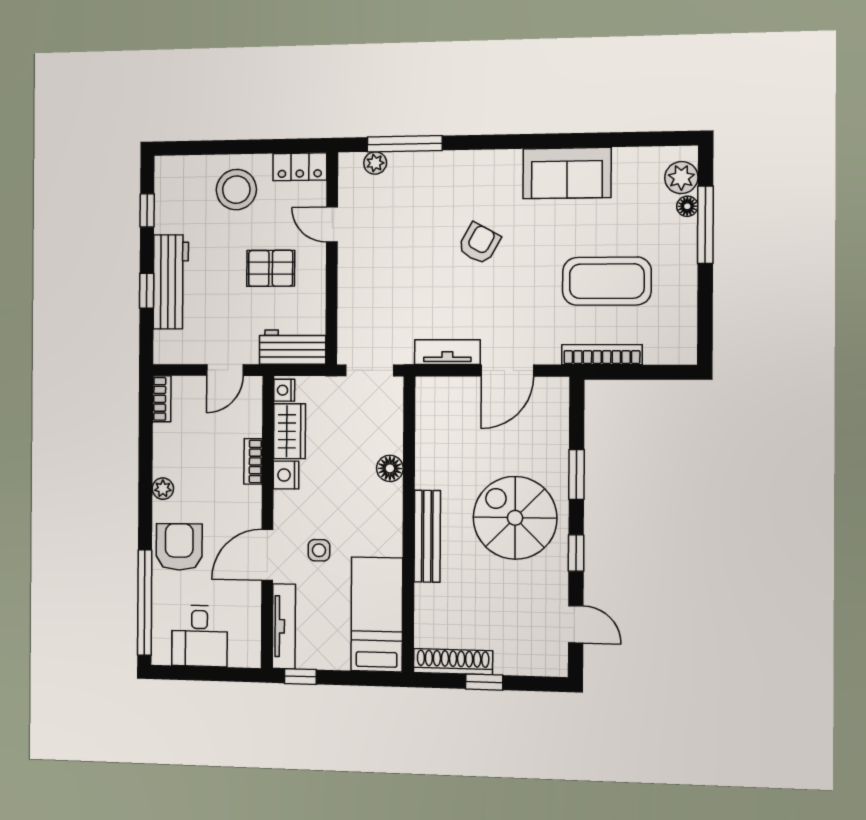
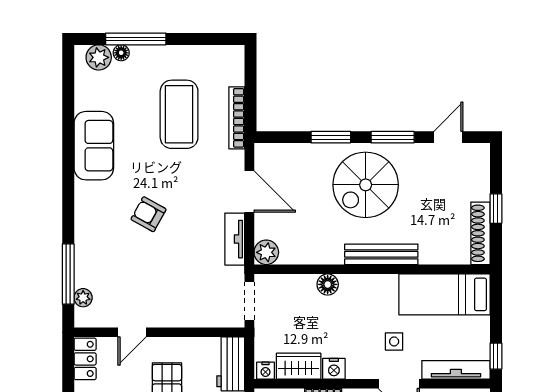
plant: (431, 392) -> (266, 252), added
window: (576, 553) -> (393, 137), width x1.50

